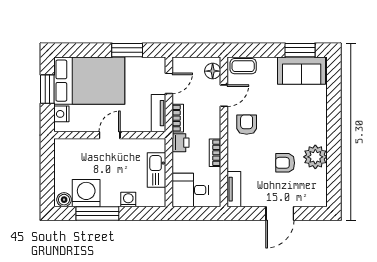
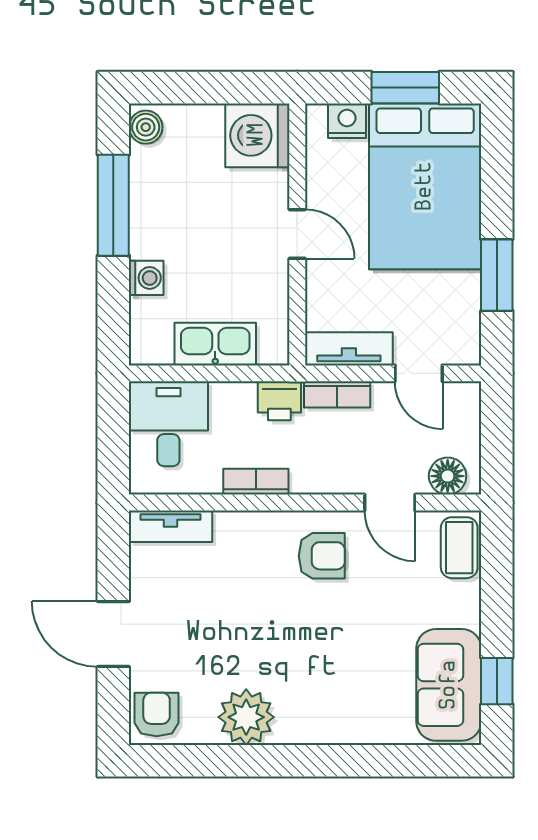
window: (300, 50) -> (497, 681), width x0.67
armchair: (285, 163) -> (157, 714), moved
washing machine: (86, 193) -> (257, 135), moved, turned 180

